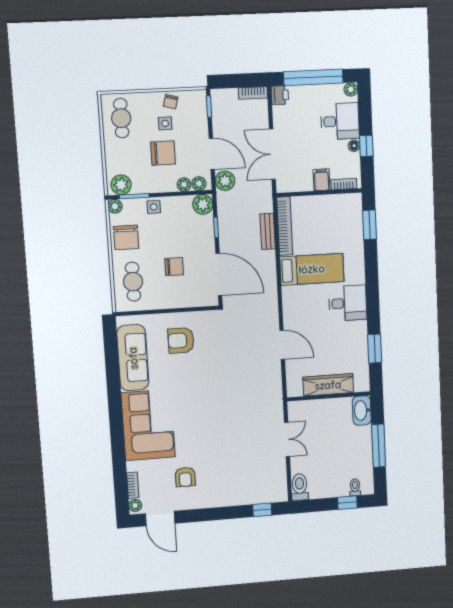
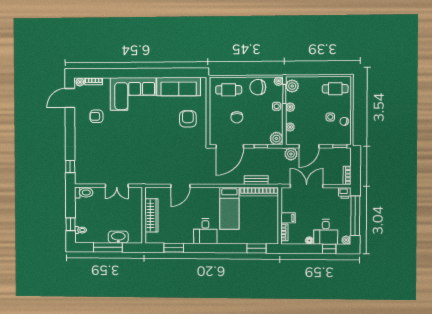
window: (366, 146) -> (329, 249), moved
chair: (163, 153) -> (311, 114), removed
plant: (199, 184) -> (290, 107), moved
washbasin: (362, 410) -> (118, 237), moved

